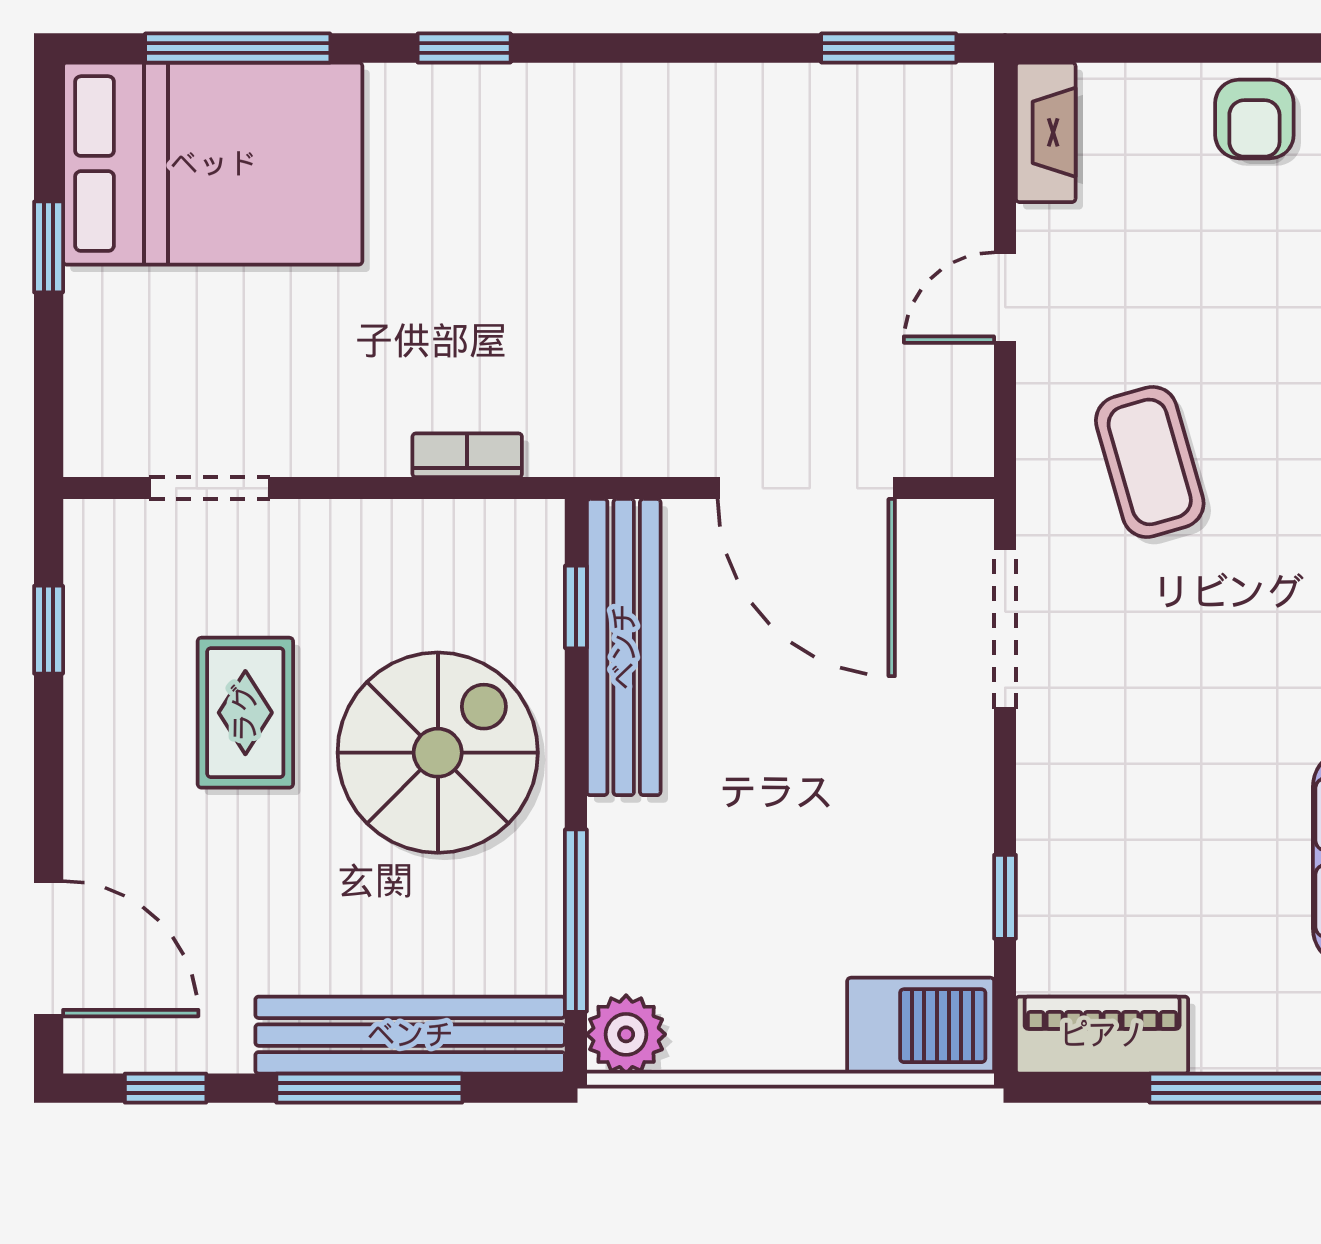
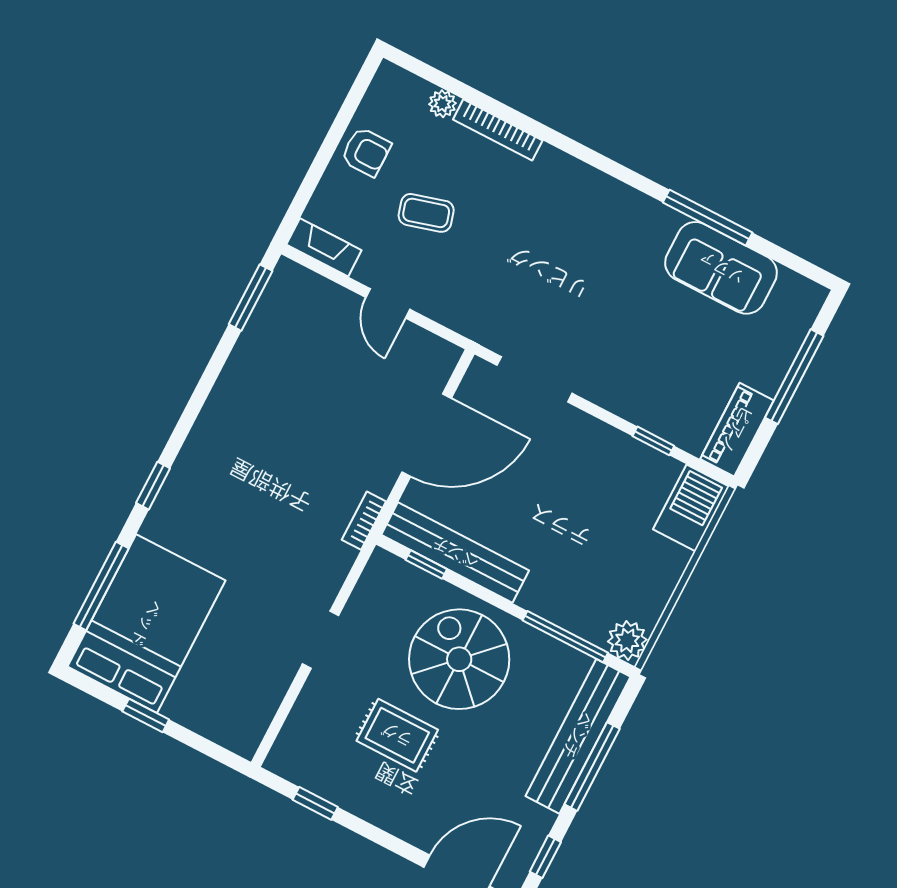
bookcase: (467, 455) -> (364, 521), moved
coffee table: (1150, 462) -> (426, 213), moved, width x0.73, depth x0.77
doorway: (209, 488) -> (321, 640), moved

